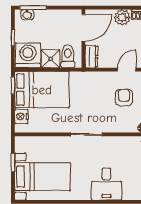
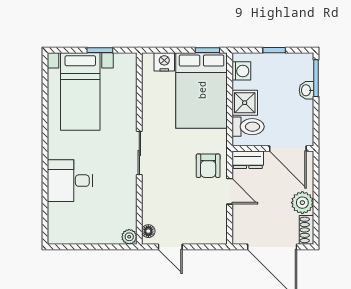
washbasin: (27, 15) -> (306, 90), moved
washing machine: (28, 55) -> (241, 71), width x0.53, depth x0.53
door: (127, 70) -> (230, 191), moved
armchair: (124, 97) -> (208, 166), moved, turned 90

